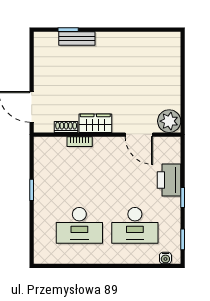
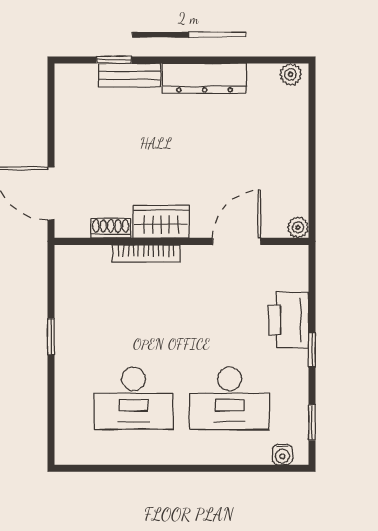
plant: (170, 38) -> (291, 74), added
dresser: (120, 40) -> (205, 78), added
plant: (169, 121) -> (298, 227), width x0.53, depth x0.53
door: (139, 135) -> (237, 241), swing flipped
bookcase: (80, 142) -> (146, 253), width x1.56

